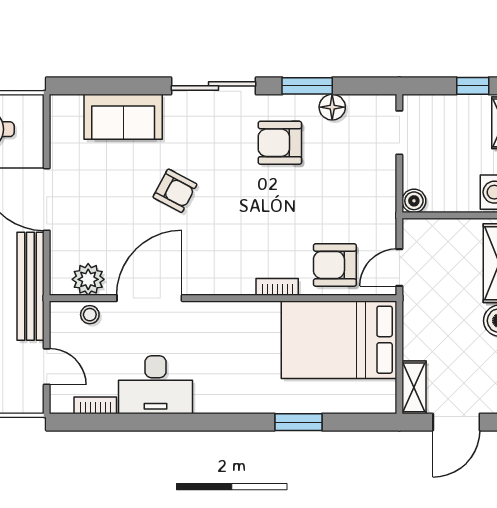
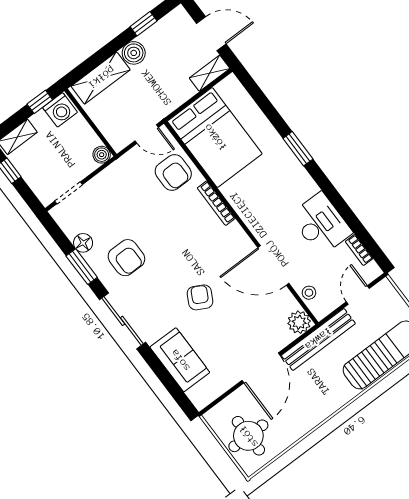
plant: (88, 279) -> (299, 322), moved
bookcase: (277, 287) -> (216, 203), width x1.56
window: (298, 422) -> (298, 149), moved

